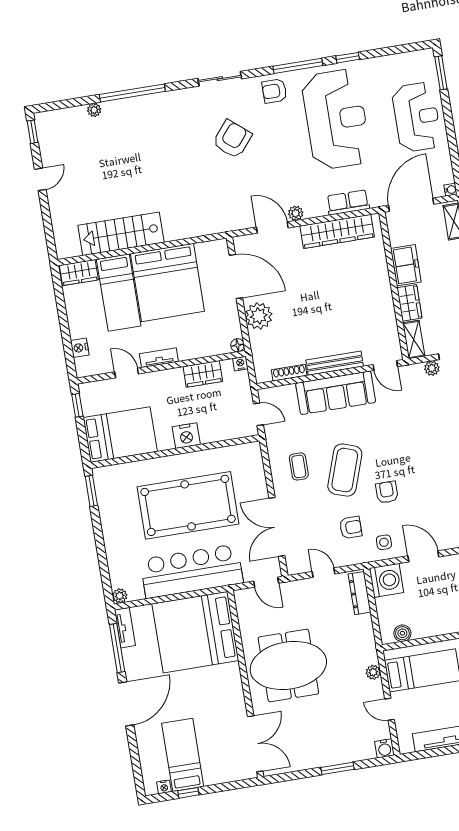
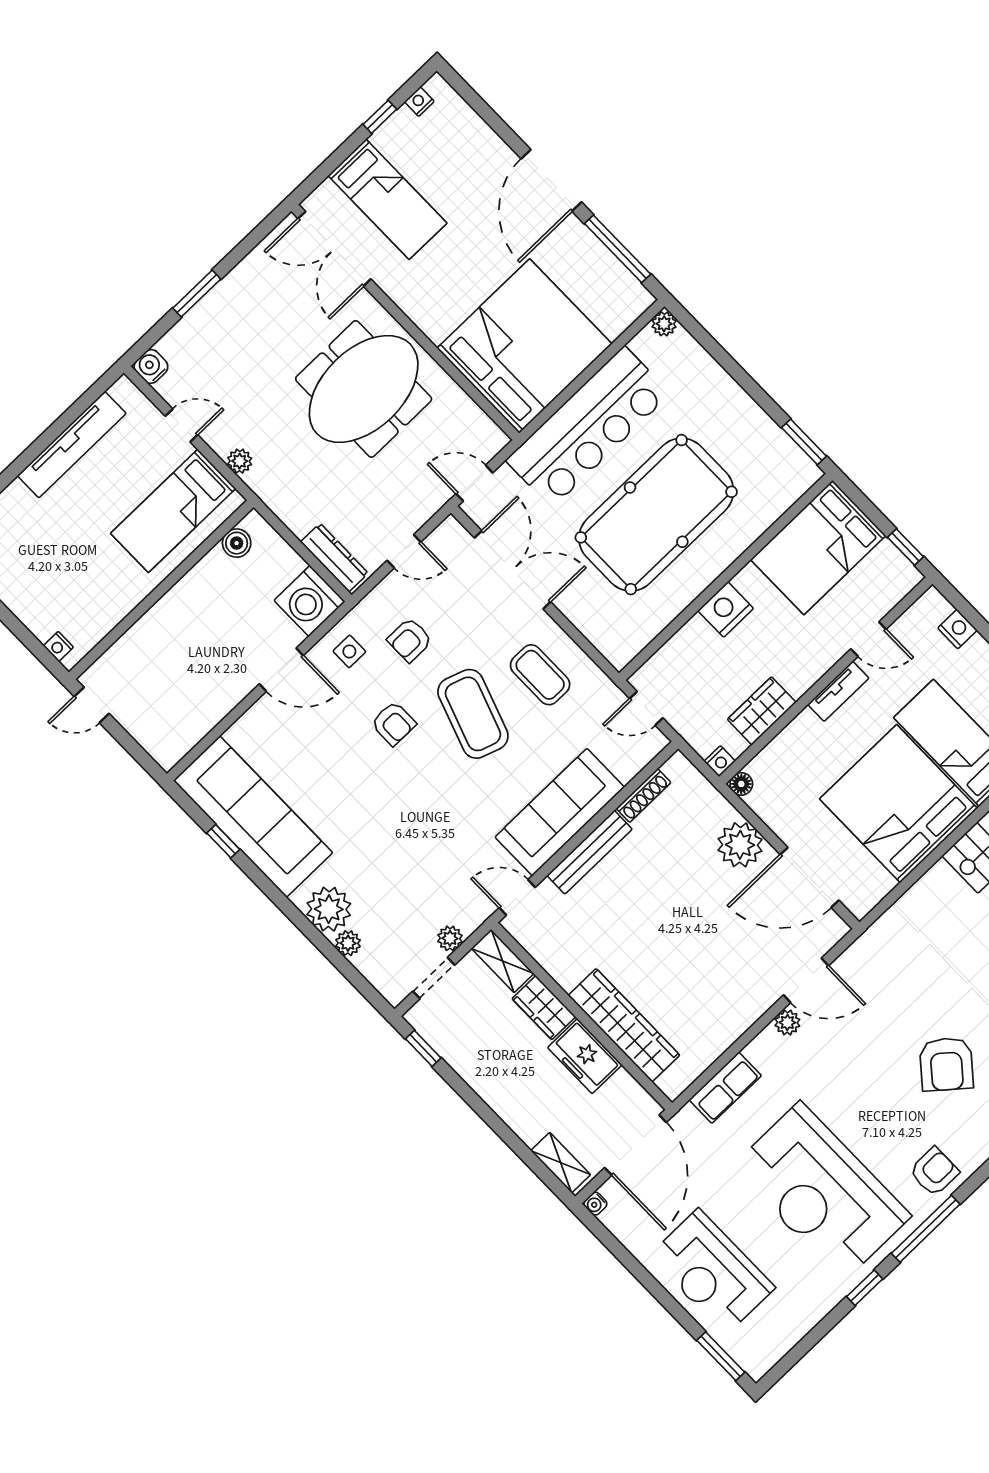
wardrobe: (337, 231) -> (624, 1025), moved, turned 90
coffee table: (299, 466) -> (540, 675), width x1.36, depth x1.30
tv unit: (125, 628) -> (626, 285), removed
bed: (183, 755) -> (388, 199), moved

